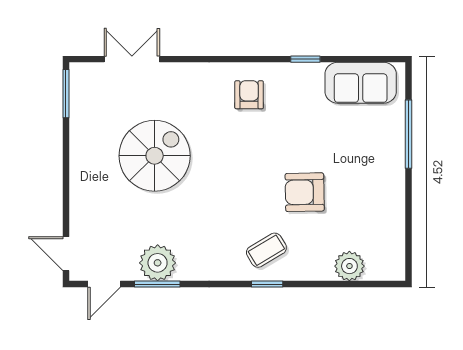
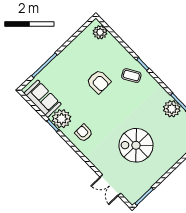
plant: (303, 82) -> (61, 119), added
armchair: (249, 95) -> (84, 133), turned 90
plant: (349, 266) -> (100, 32), moved

